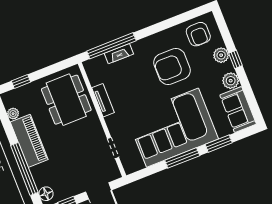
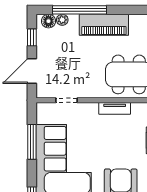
plant: (13, 114) -> (62, 20), moved
window: (182, 158) -> (32, 142), moved

